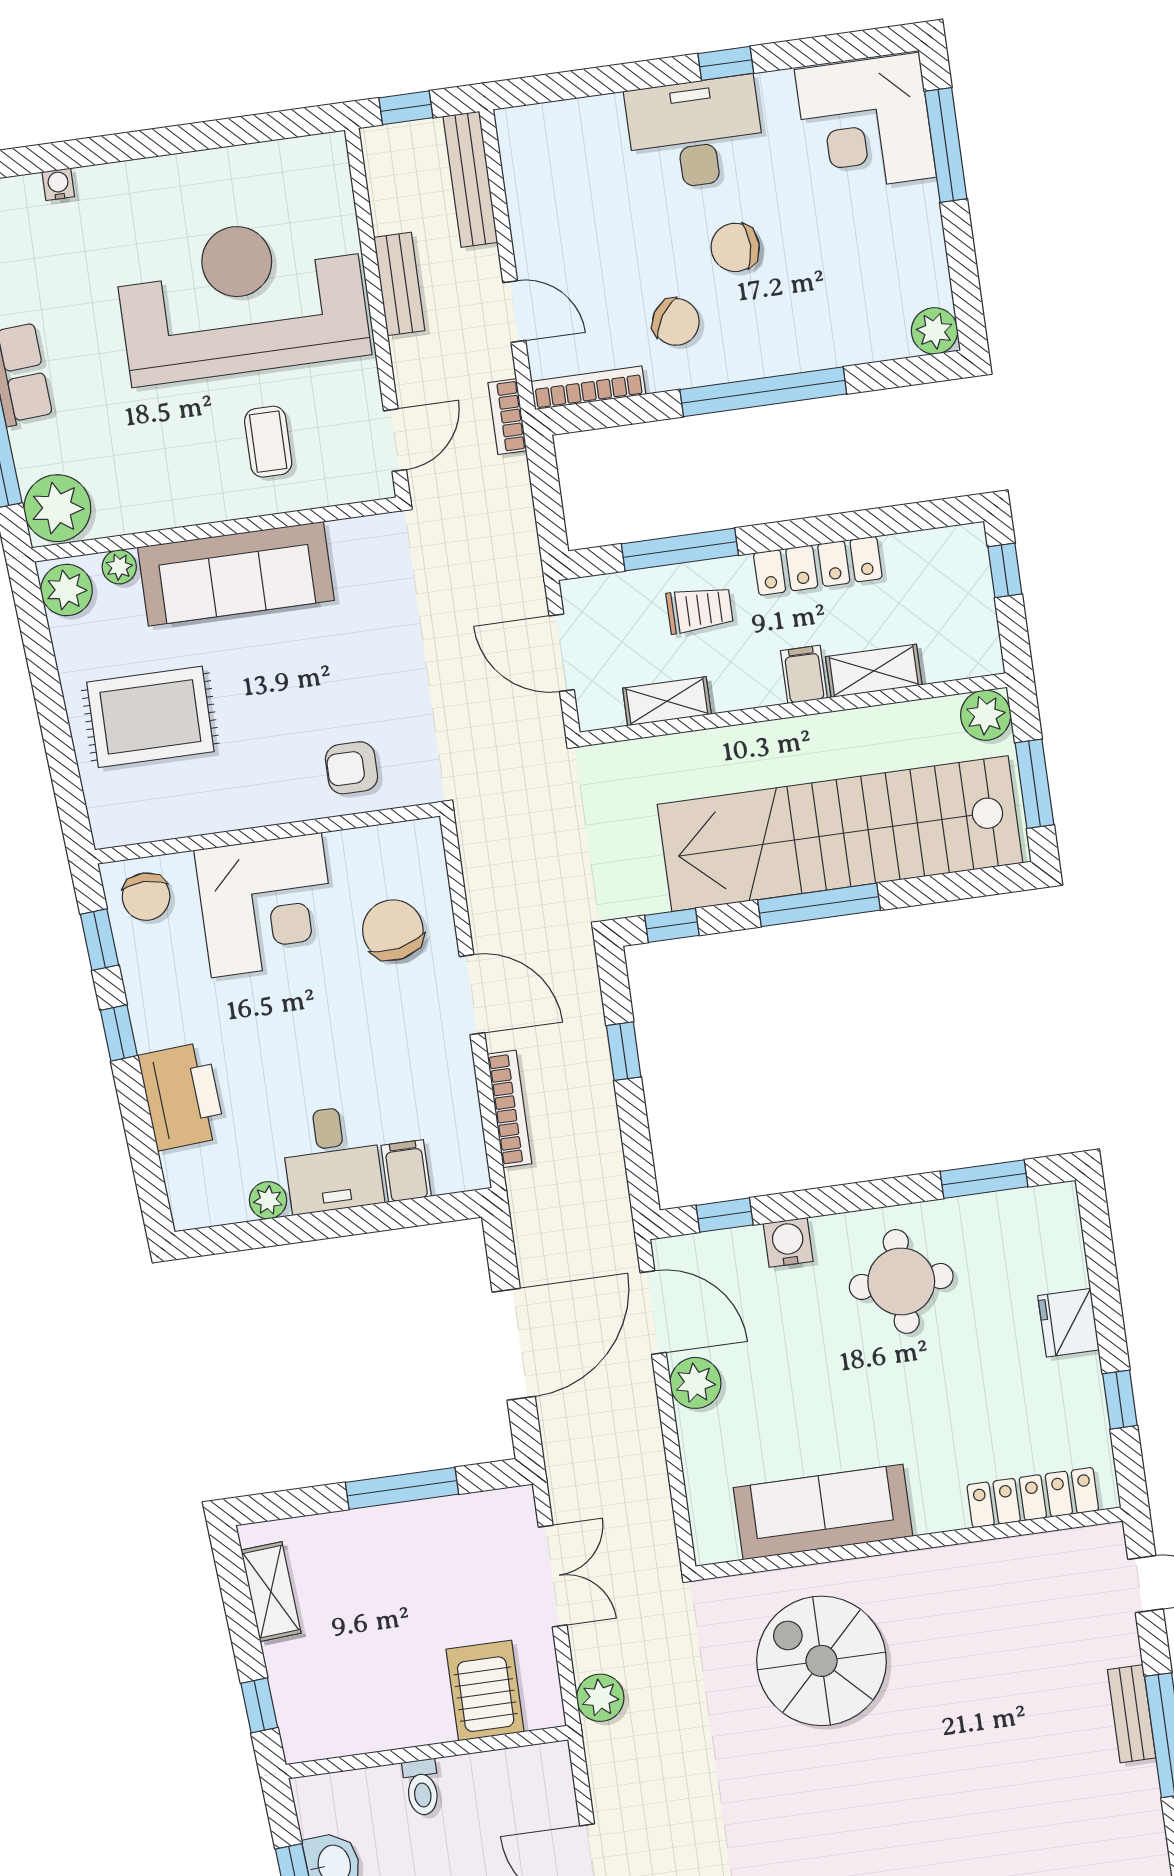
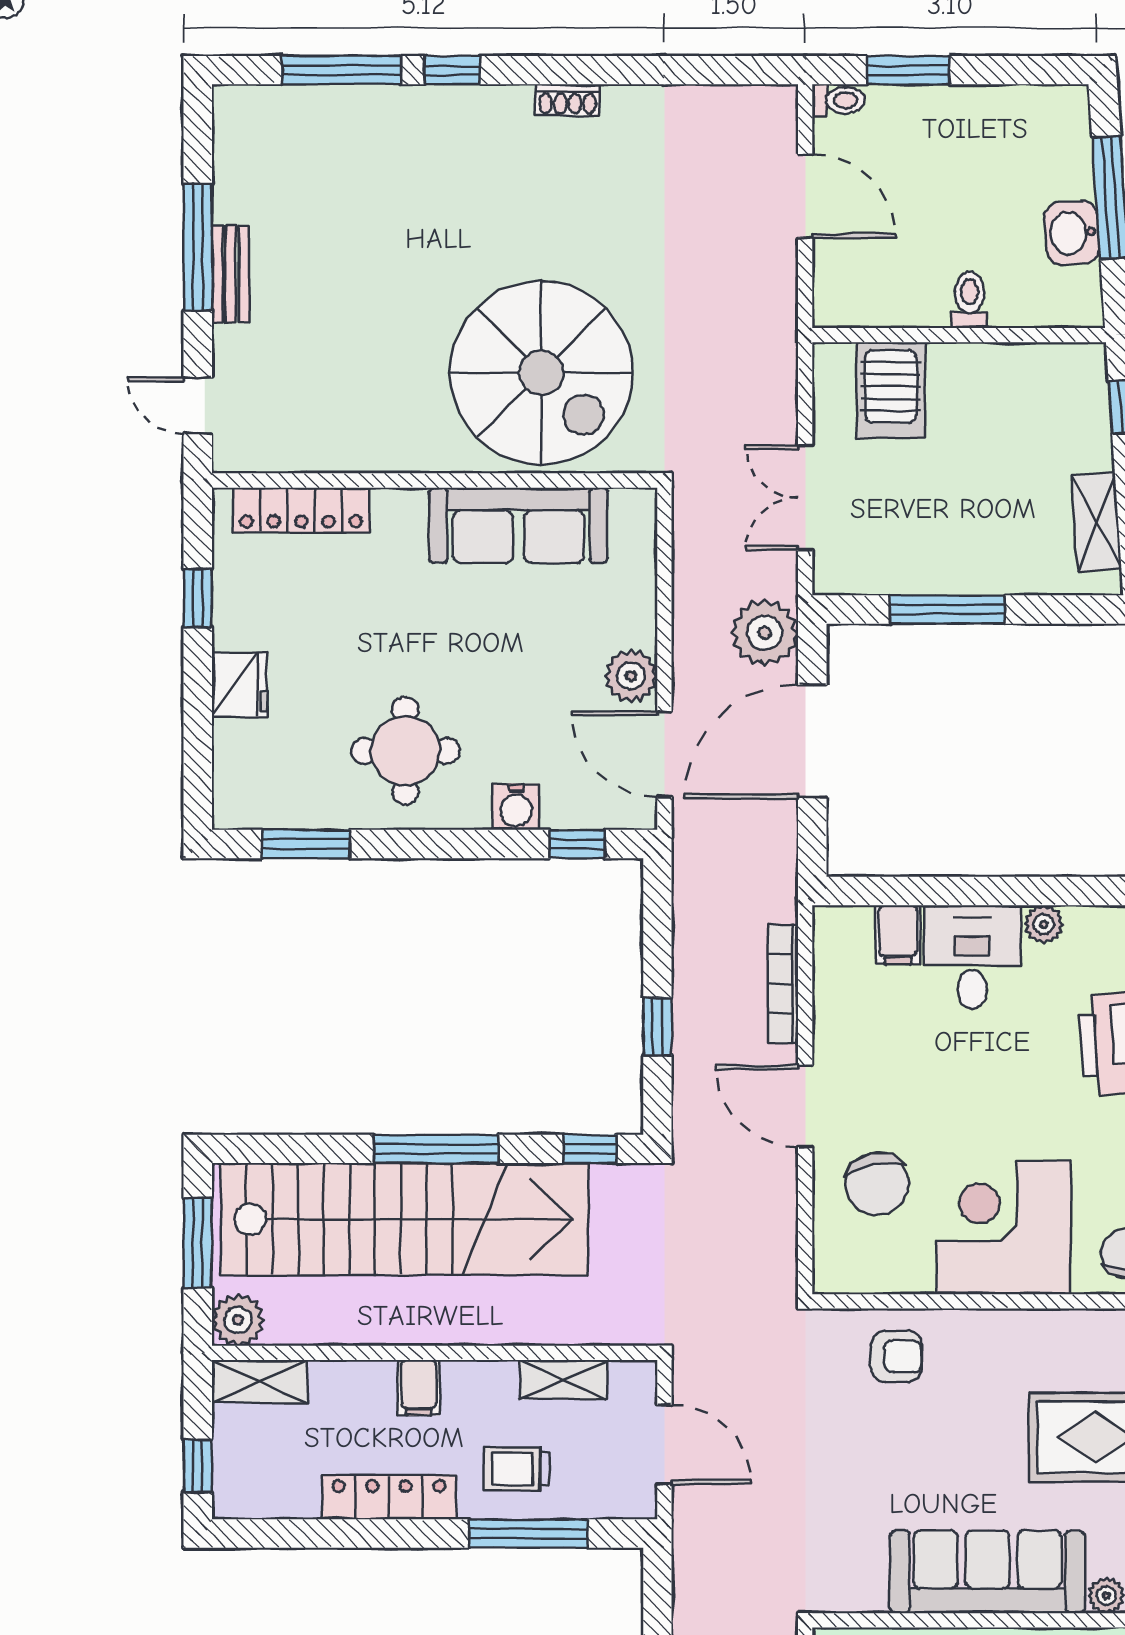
shelving: (874, 671) -> (259, 1381), moved
spiral stairs: (822, 1661) -> (541, 373), width x1.37, depth x1.37
plant: (600, 1698) -> (765, 633), moved, width x1.36, depth x1.36

